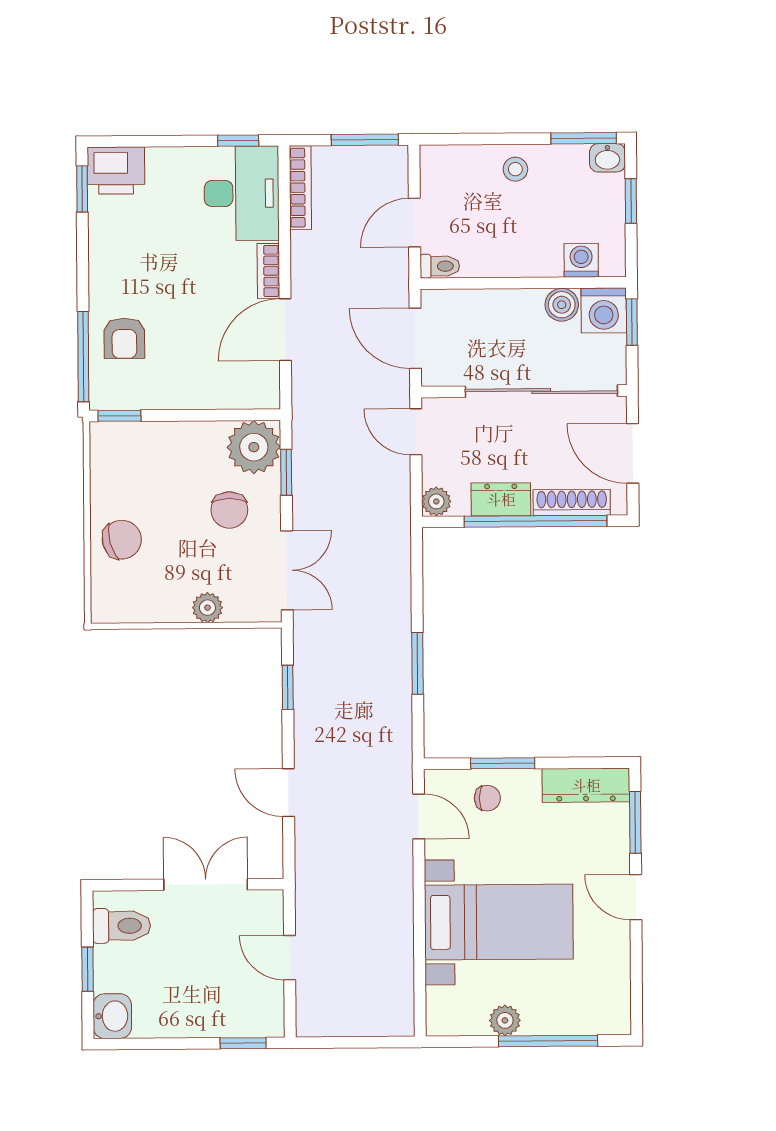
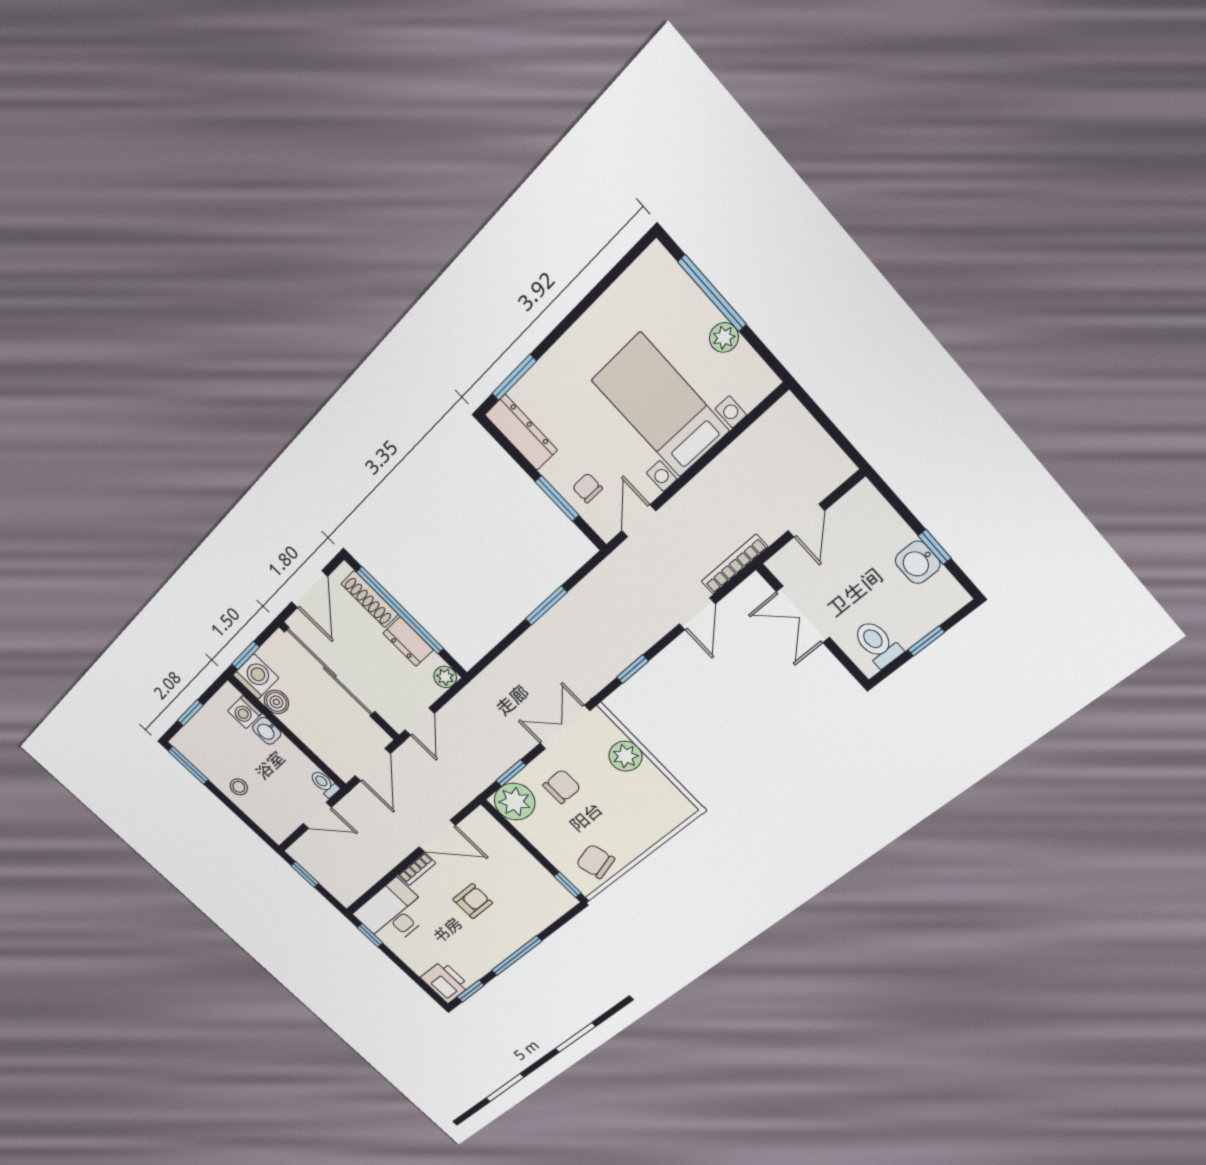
window: (365, 140) -> (305, 874), width x0.67
washbasin: (607, 158) -> (267, 731), moved, turned 180
bookcase: (300, 188) -> (734, 564), moved
armchair: (124, 338) -> (473, 901), moved
window: (83, 357) -> (517, 956), moved
chair: (122, 540) -> (595, 861), moved
plant: (207, 608) -> (625, 756), width x1.38, depth x1.38
door: (636, 897) -> (561, 329), removed
washbasin: (112, 1016) -> (918, 562), moved, turned -90
window: (243, 1043) -> (935, 547), moved

